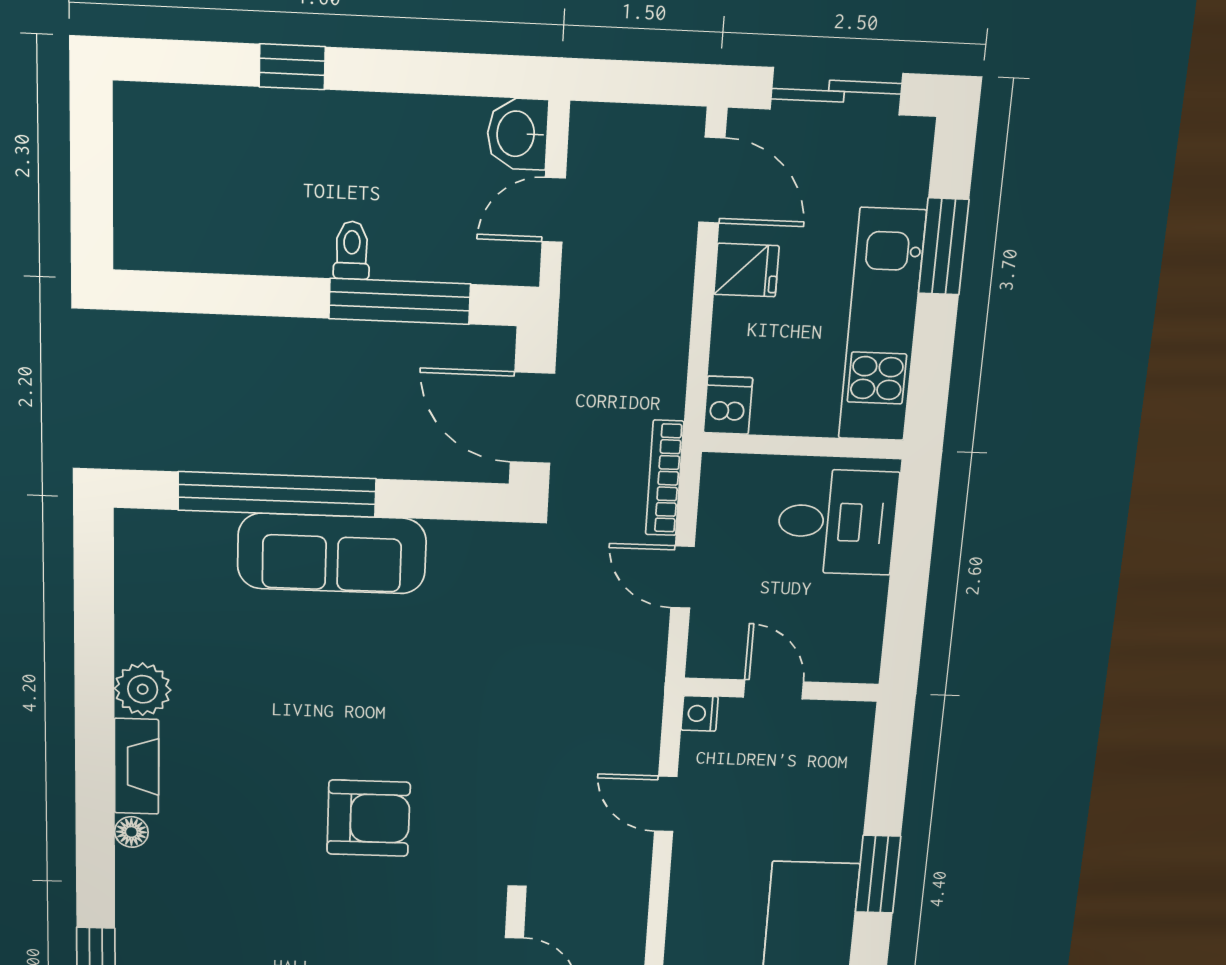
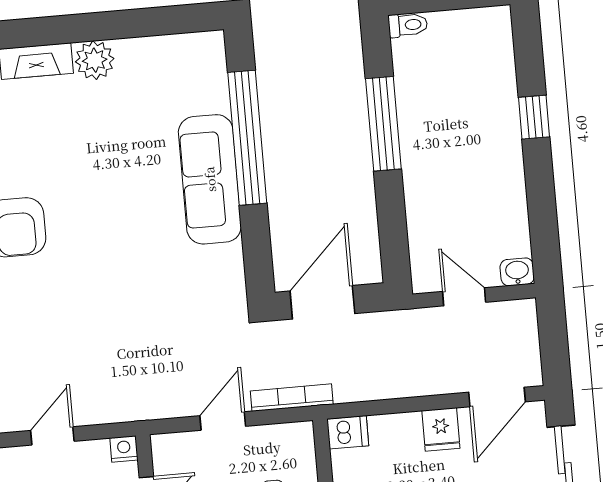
washbasin: (517, 134) -> (517, 272), width x0.72, depth x0.69
toilet: (352, 250) -> (408, 25), moved
window: (400, 301) -> (383, 124), moved

